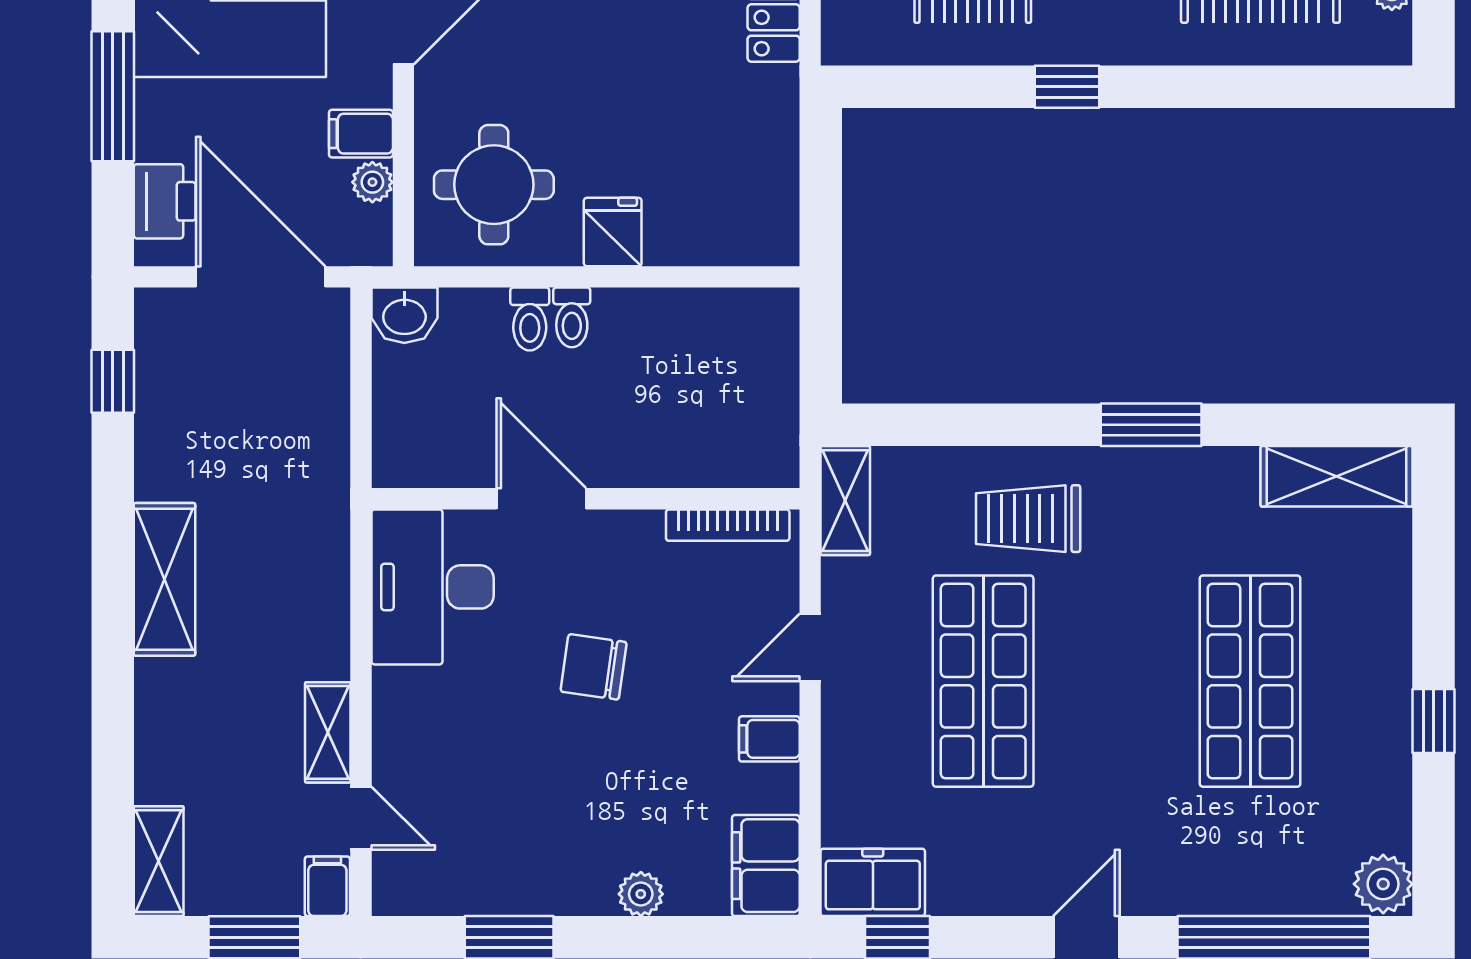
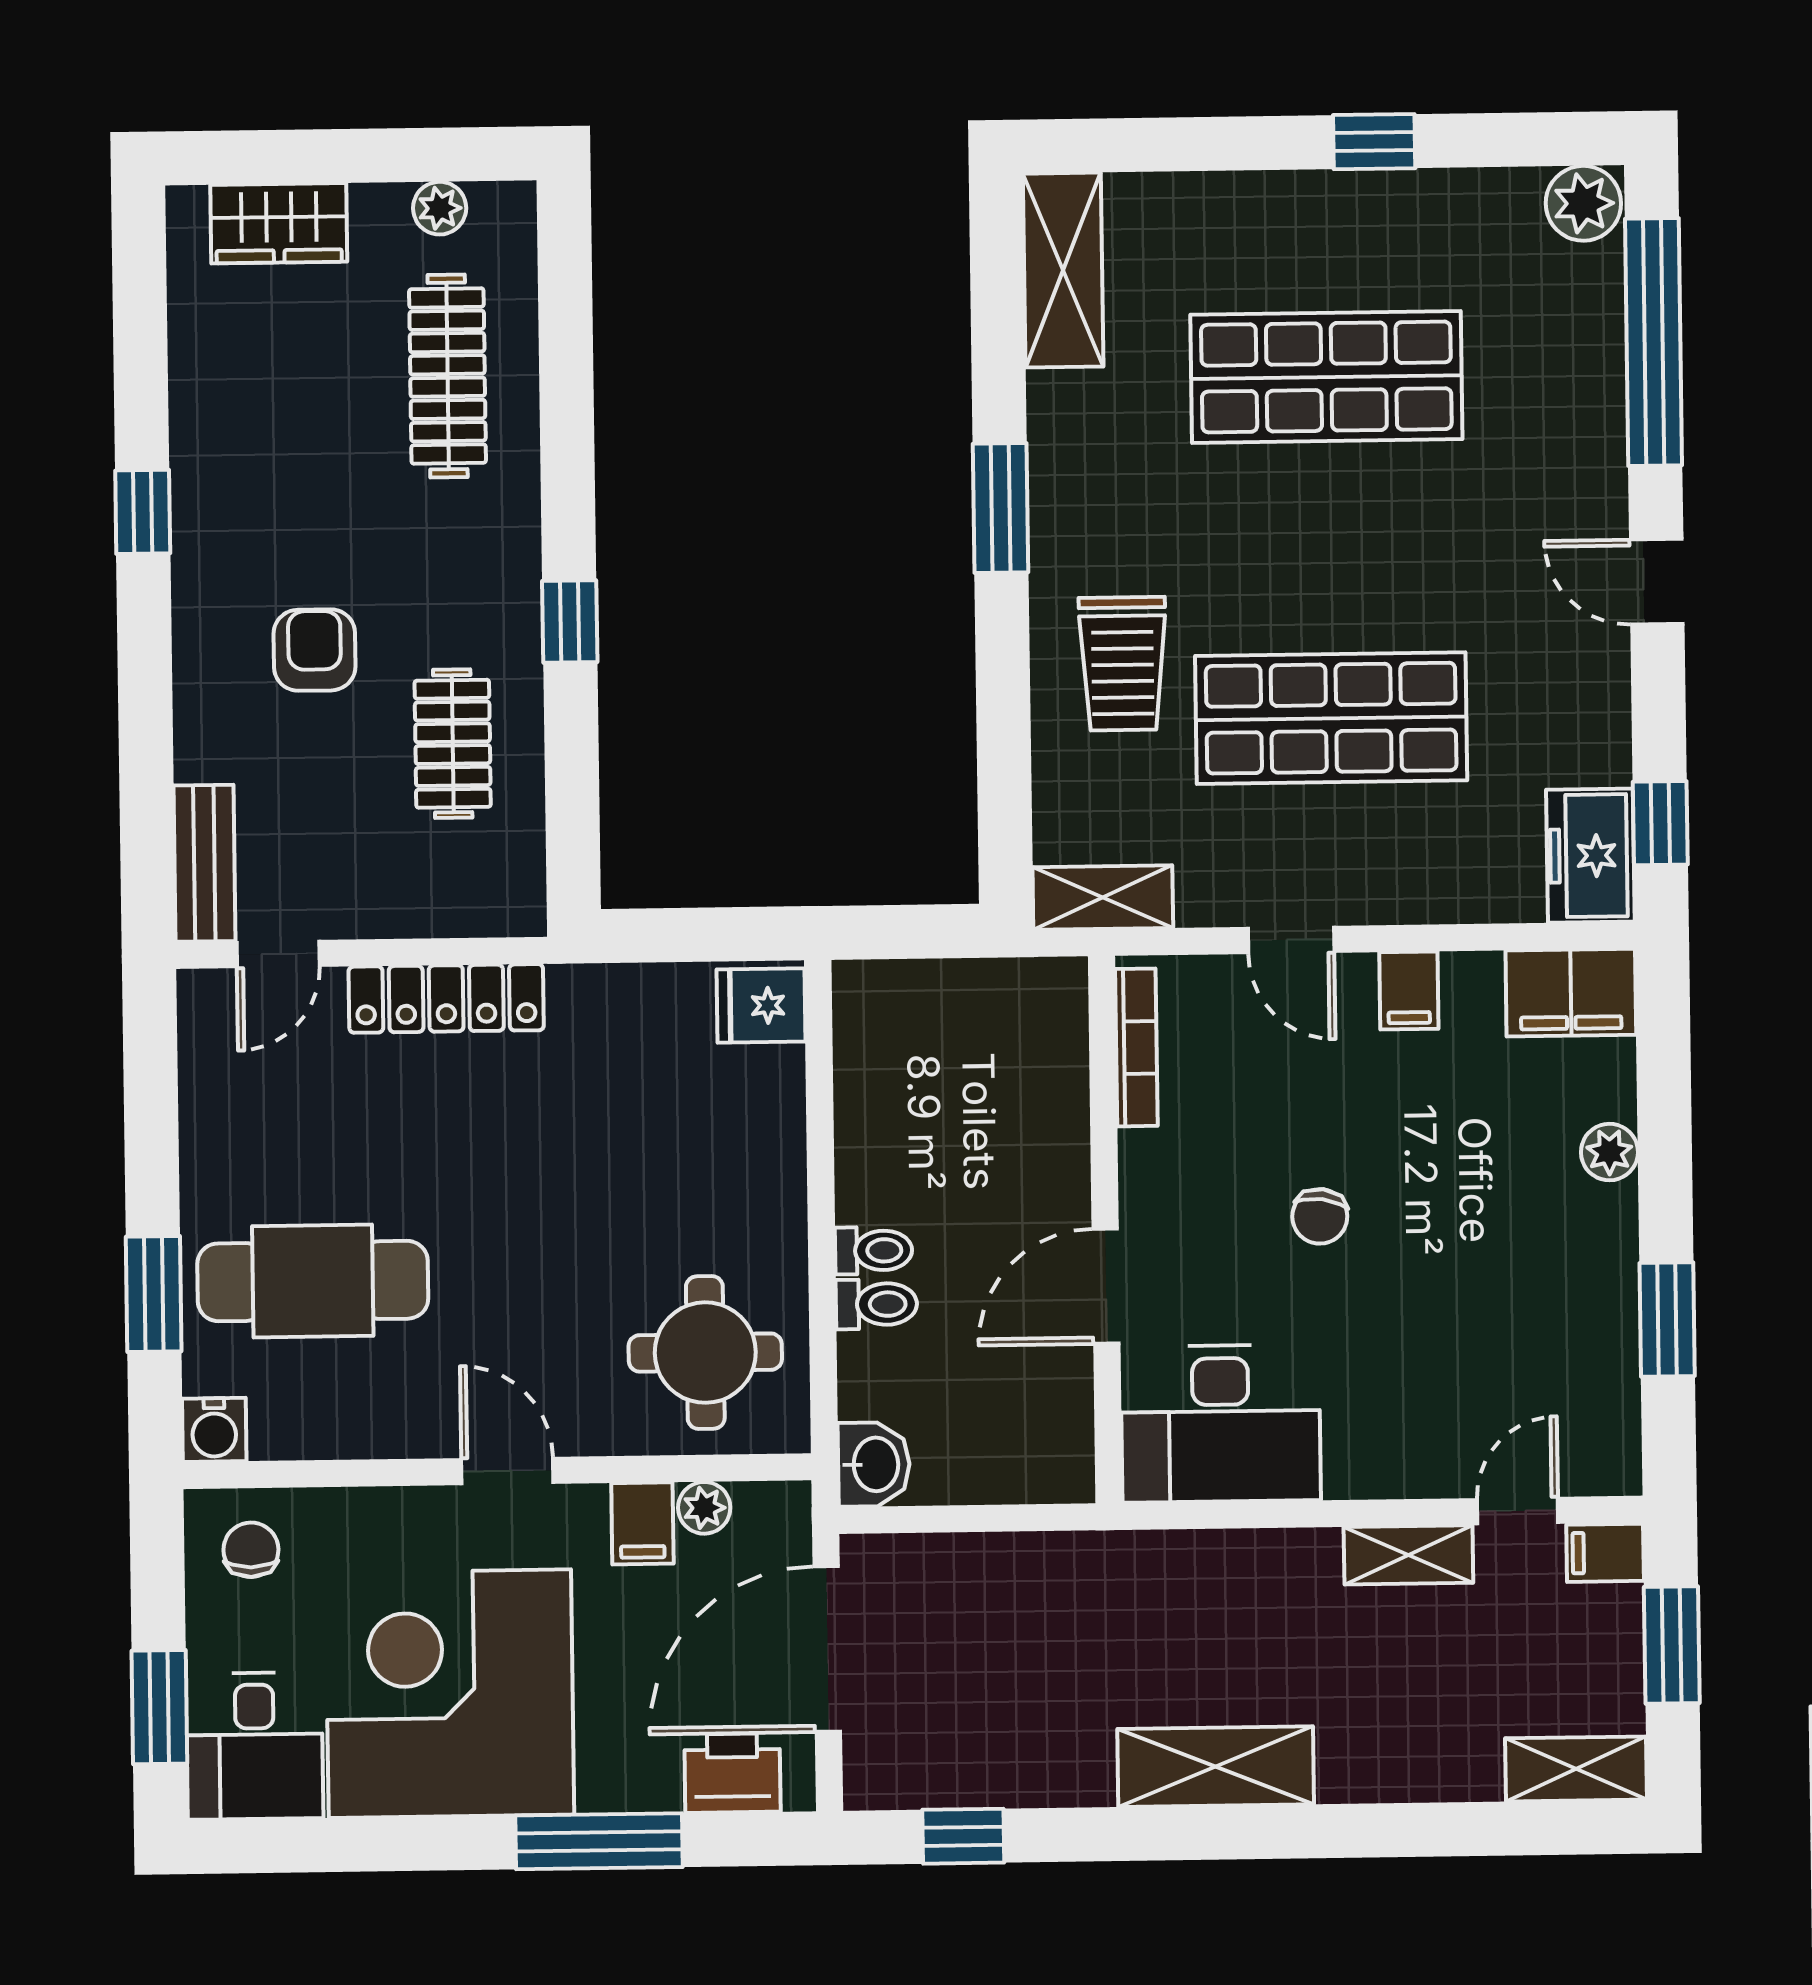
fridge: (613, 232) -> (761, 1005), moved
chair: (594, 667) -> (1320, 1216), width x0.73, depth x0.73

